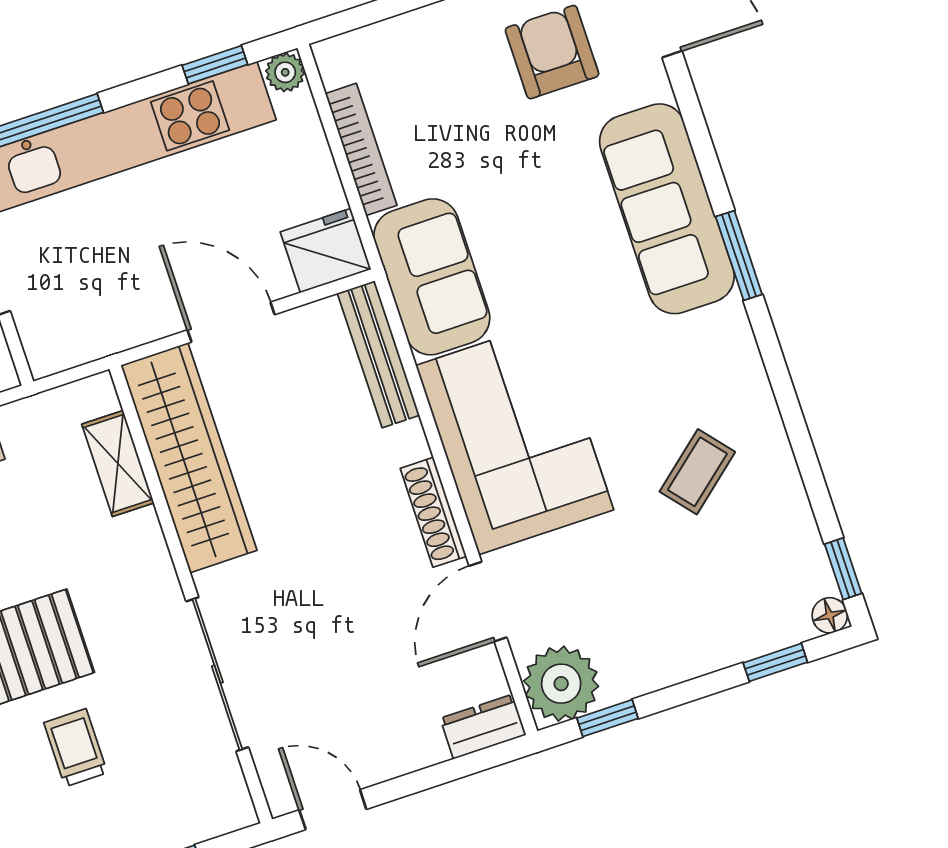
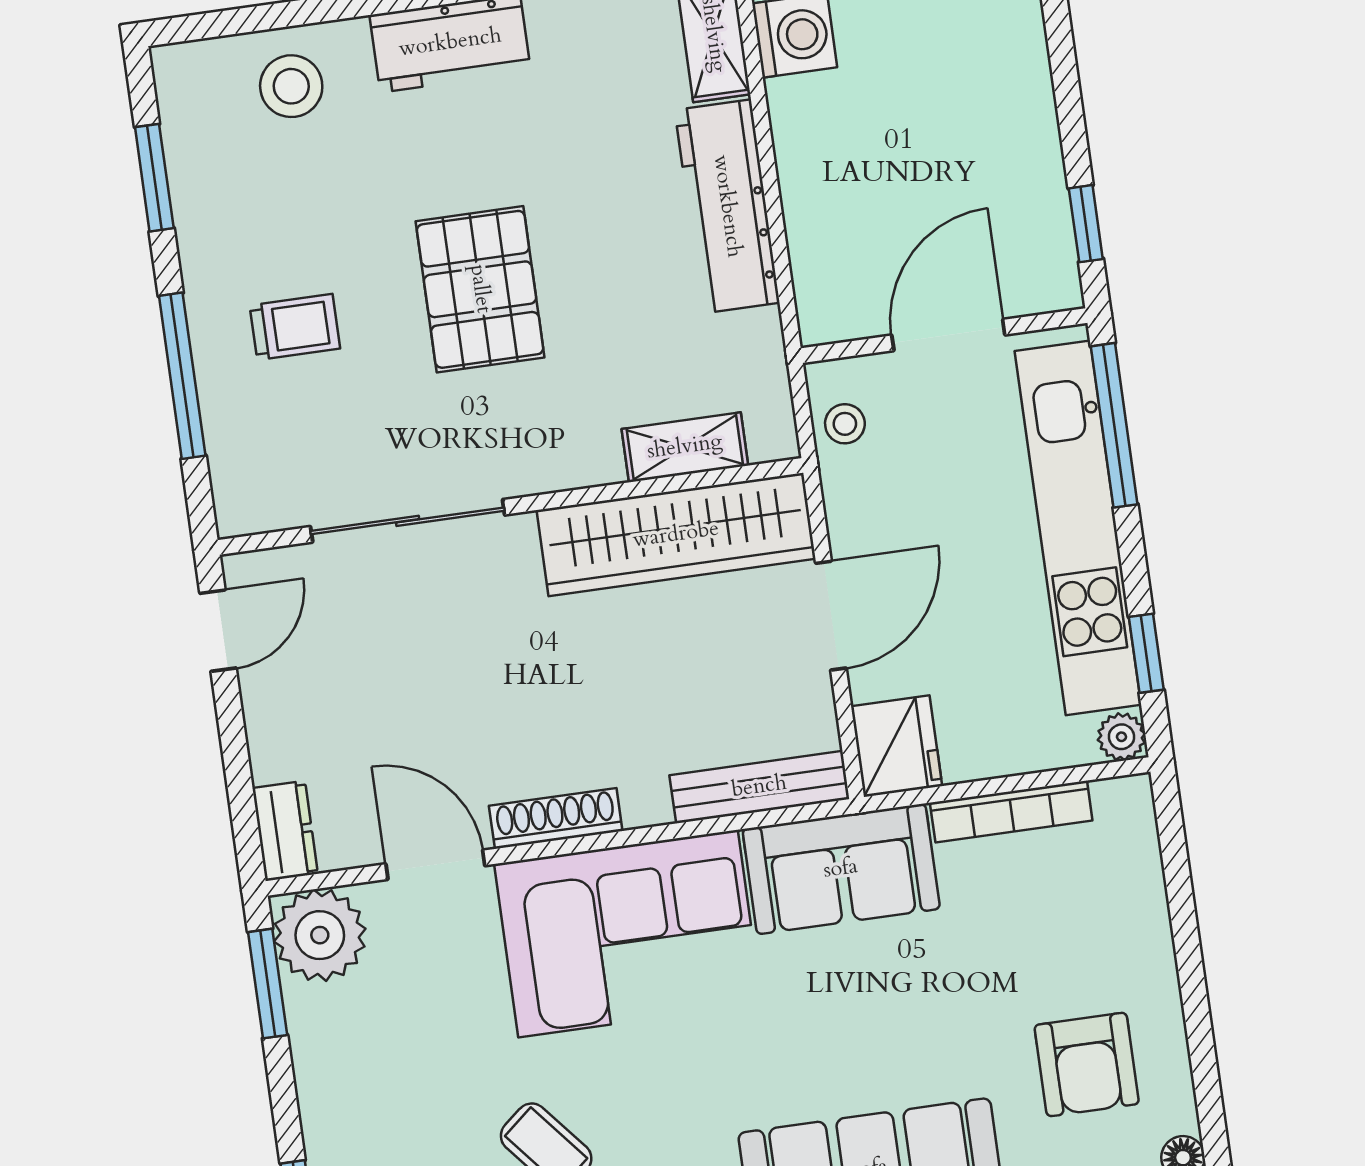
armchair: (552, 52) -> (1087, 1064), turned 90
stool: (76, 339) -> (845, 424), added
window: (607, 718) -> (268, 984), width x1.50
trolley: (76, 748) -> (295, 327), moved

